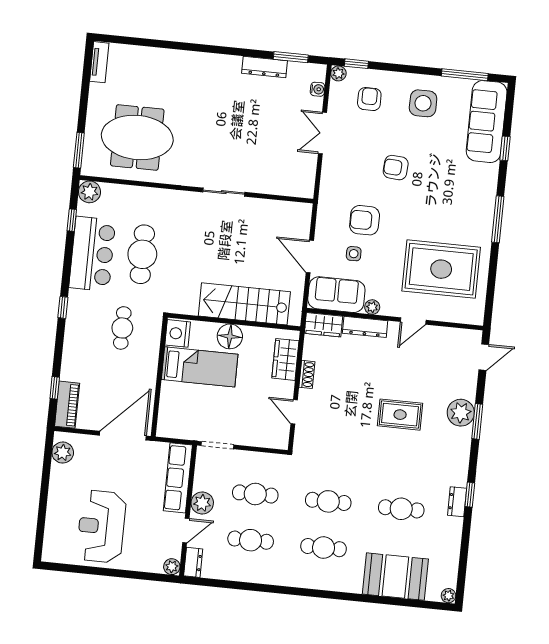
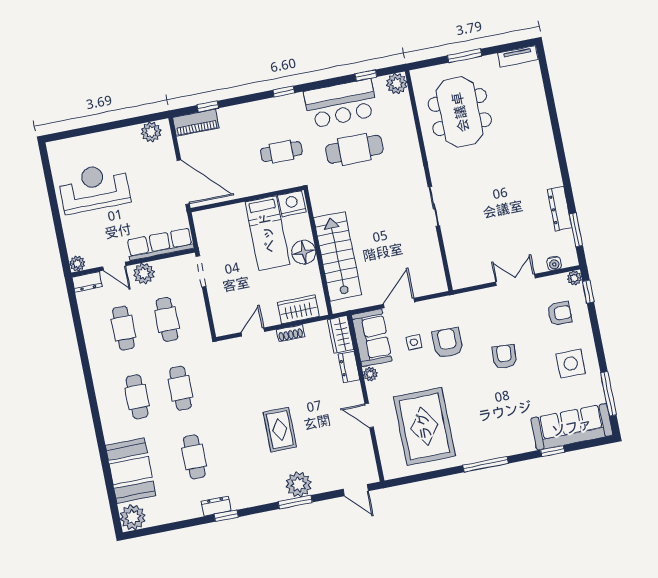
window: (79, 150) -> (465, 56), moved
dresser: (365, 327) -> (349, 367), width x0.70
plant: (448, 596) -> (133, 517), width x1.88, depth x1.88

